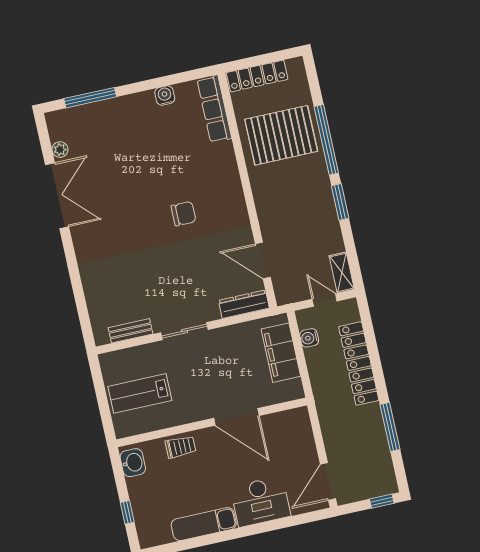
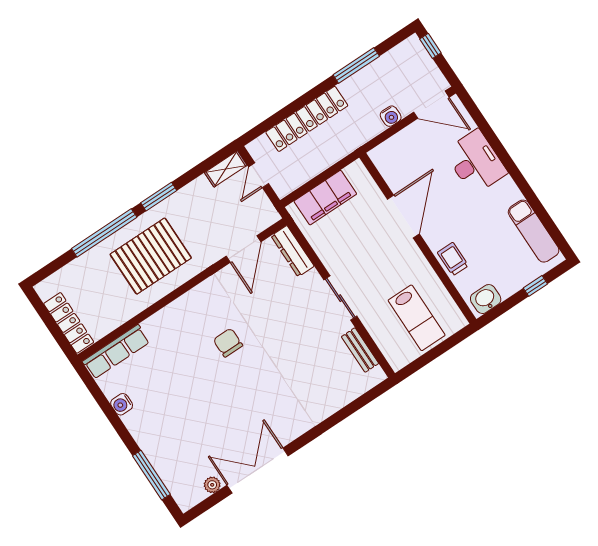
pallet: (281, 135) -> (151, 256), moved, turned 90
water cooler: (309, 338) -> (391, 116), moved
exam couch: (204, 524) -> (534, 231), moved

